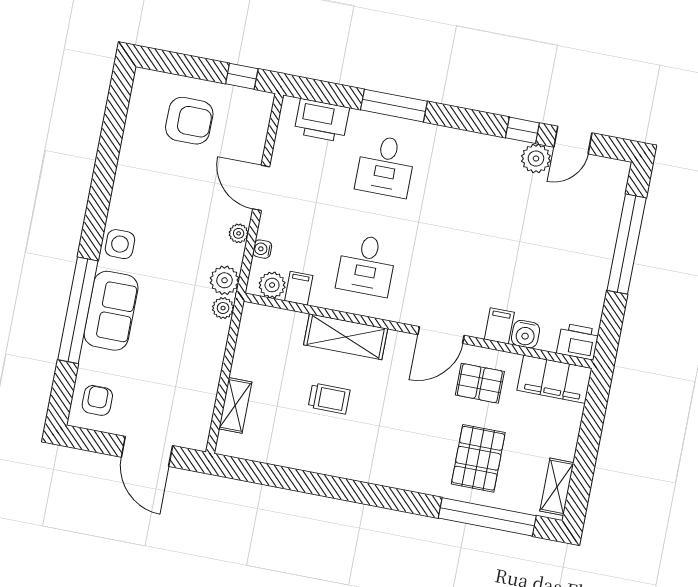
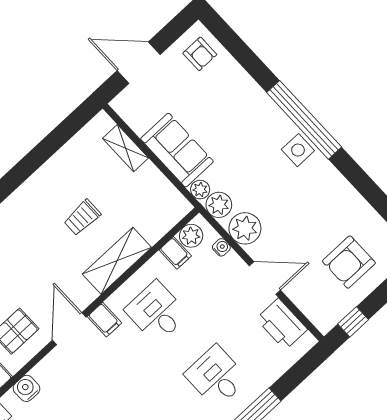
printer: (322, 120) -> (282, 324), moved, turned -90
plant: (239, 233) -> (245, 228), width x1.87, depth x1.87
window: (78, 310) -> (304, 120), moved
sofa: (111, 311) -> (177, 150), moved, turned 180
filing cabinet: (499, 326) -> (105, 320), moved

